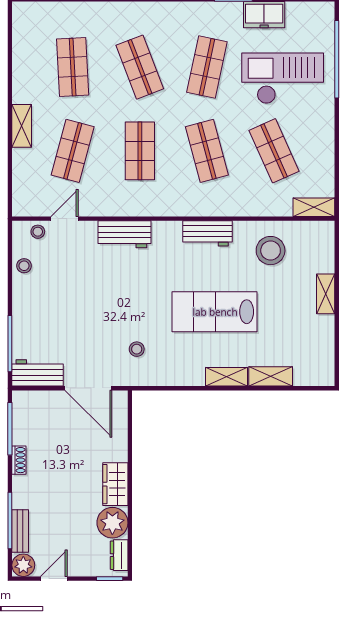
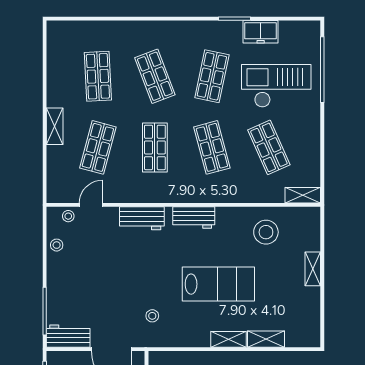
workbench: (208, 233) -> (194, 218), moved
lab bench: (215, 312) -> (218, 284), turned 180

